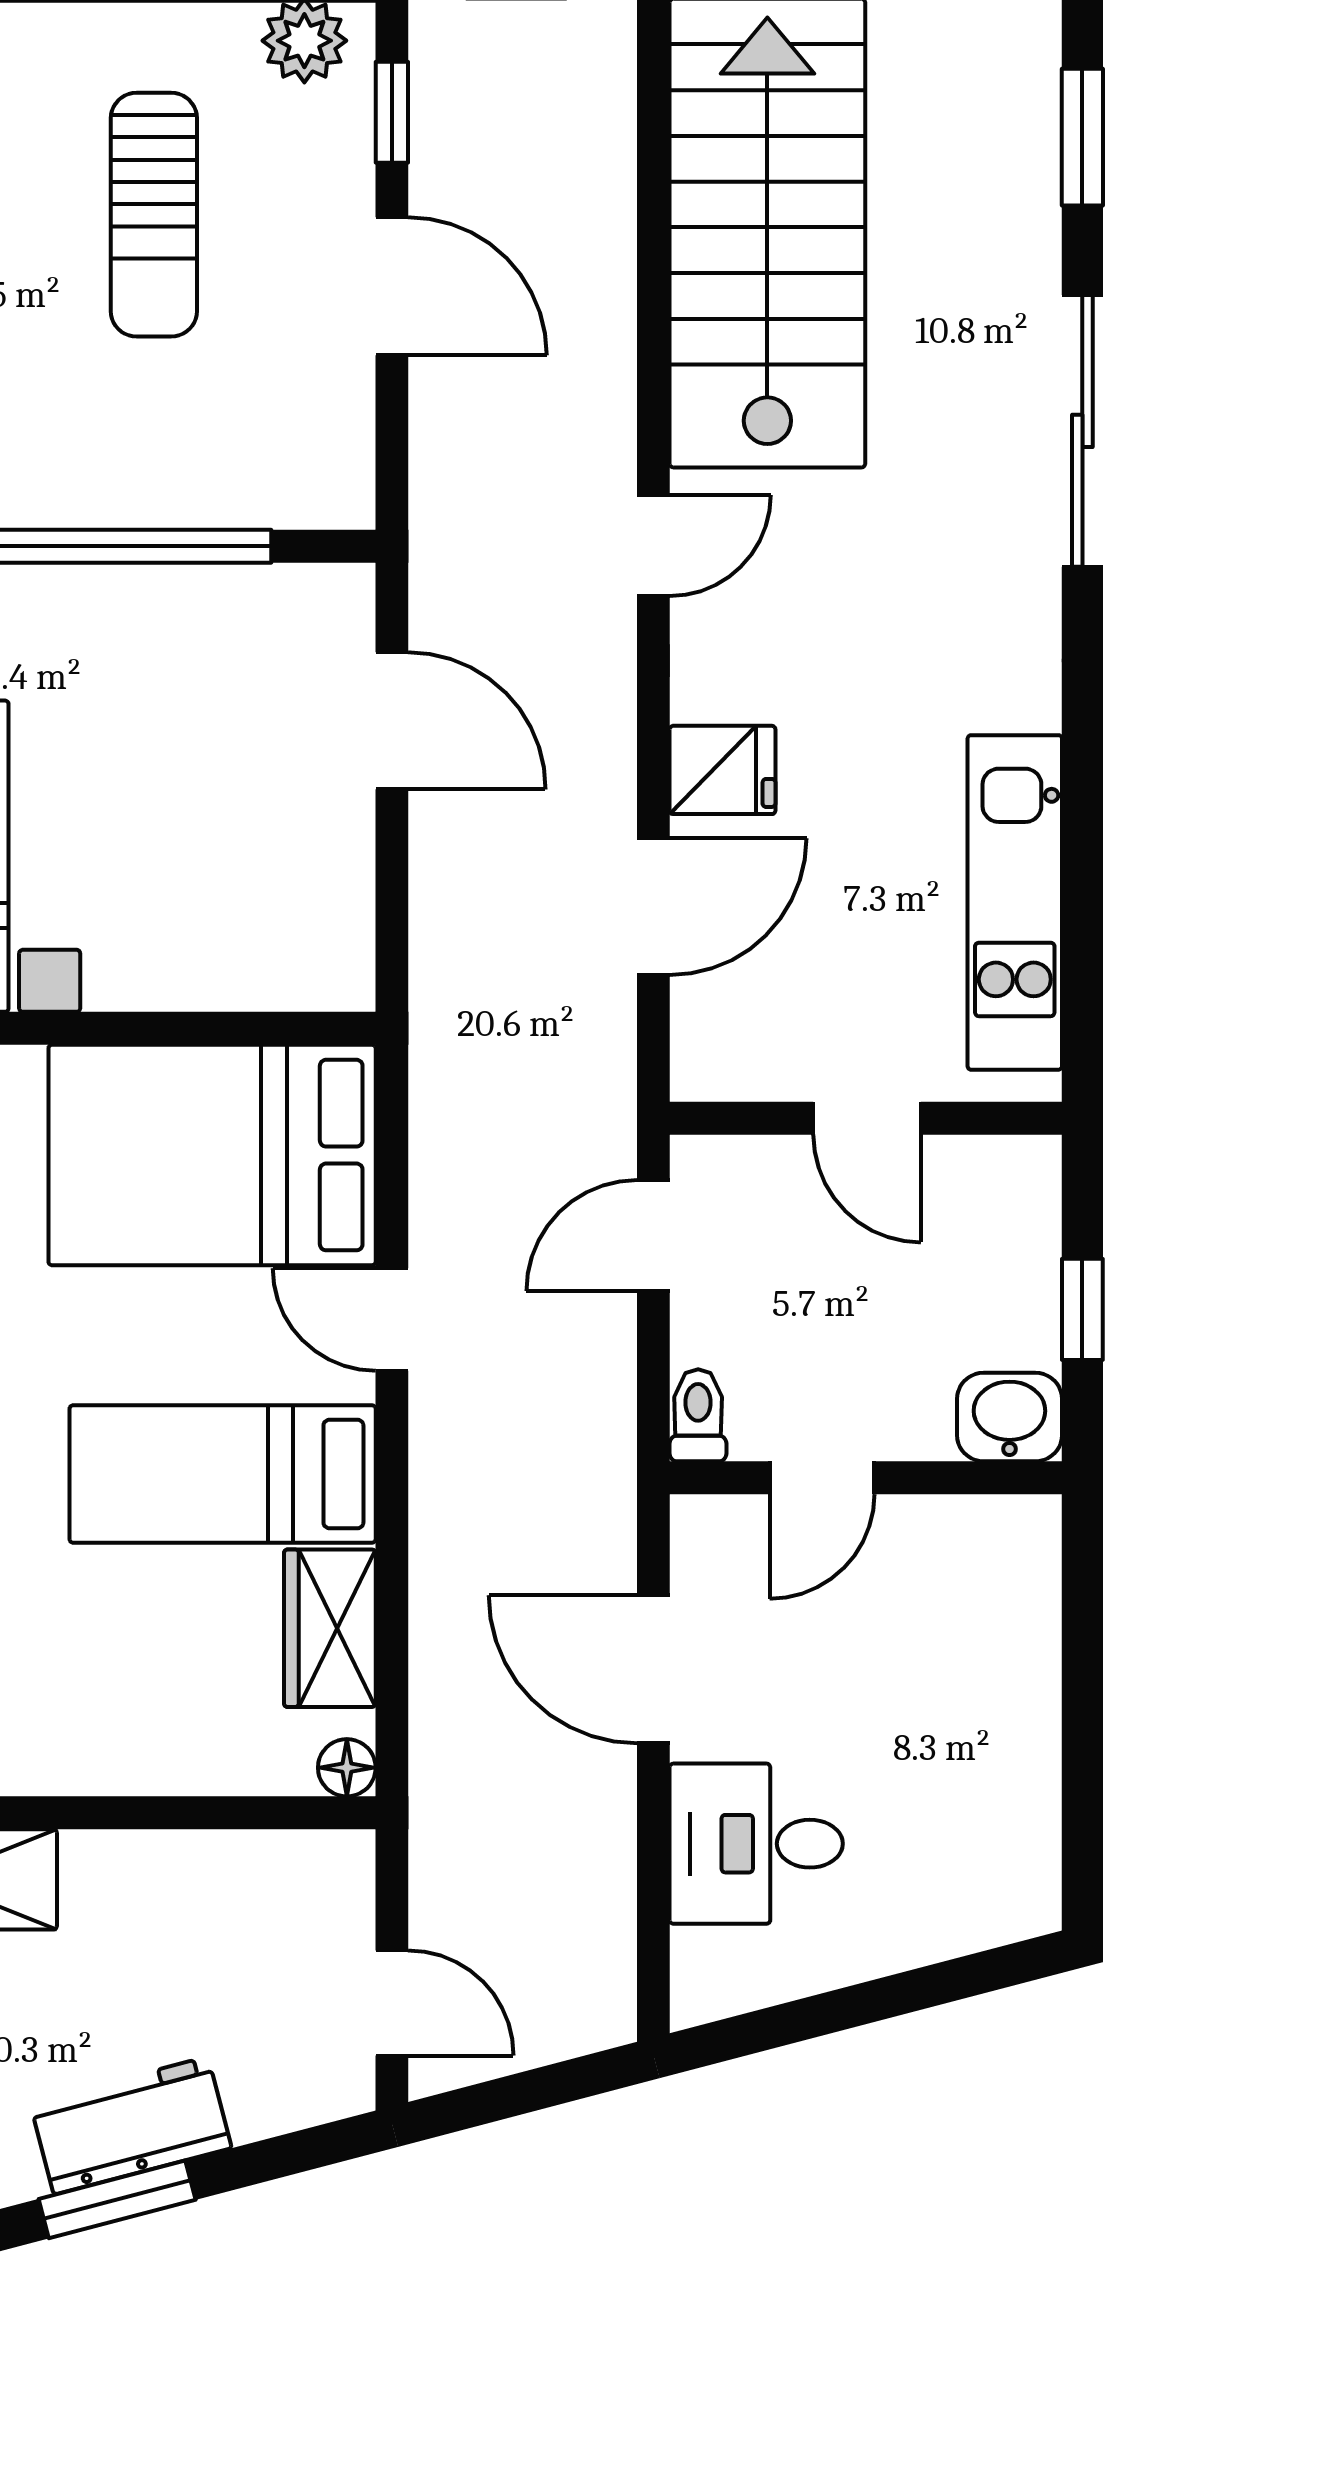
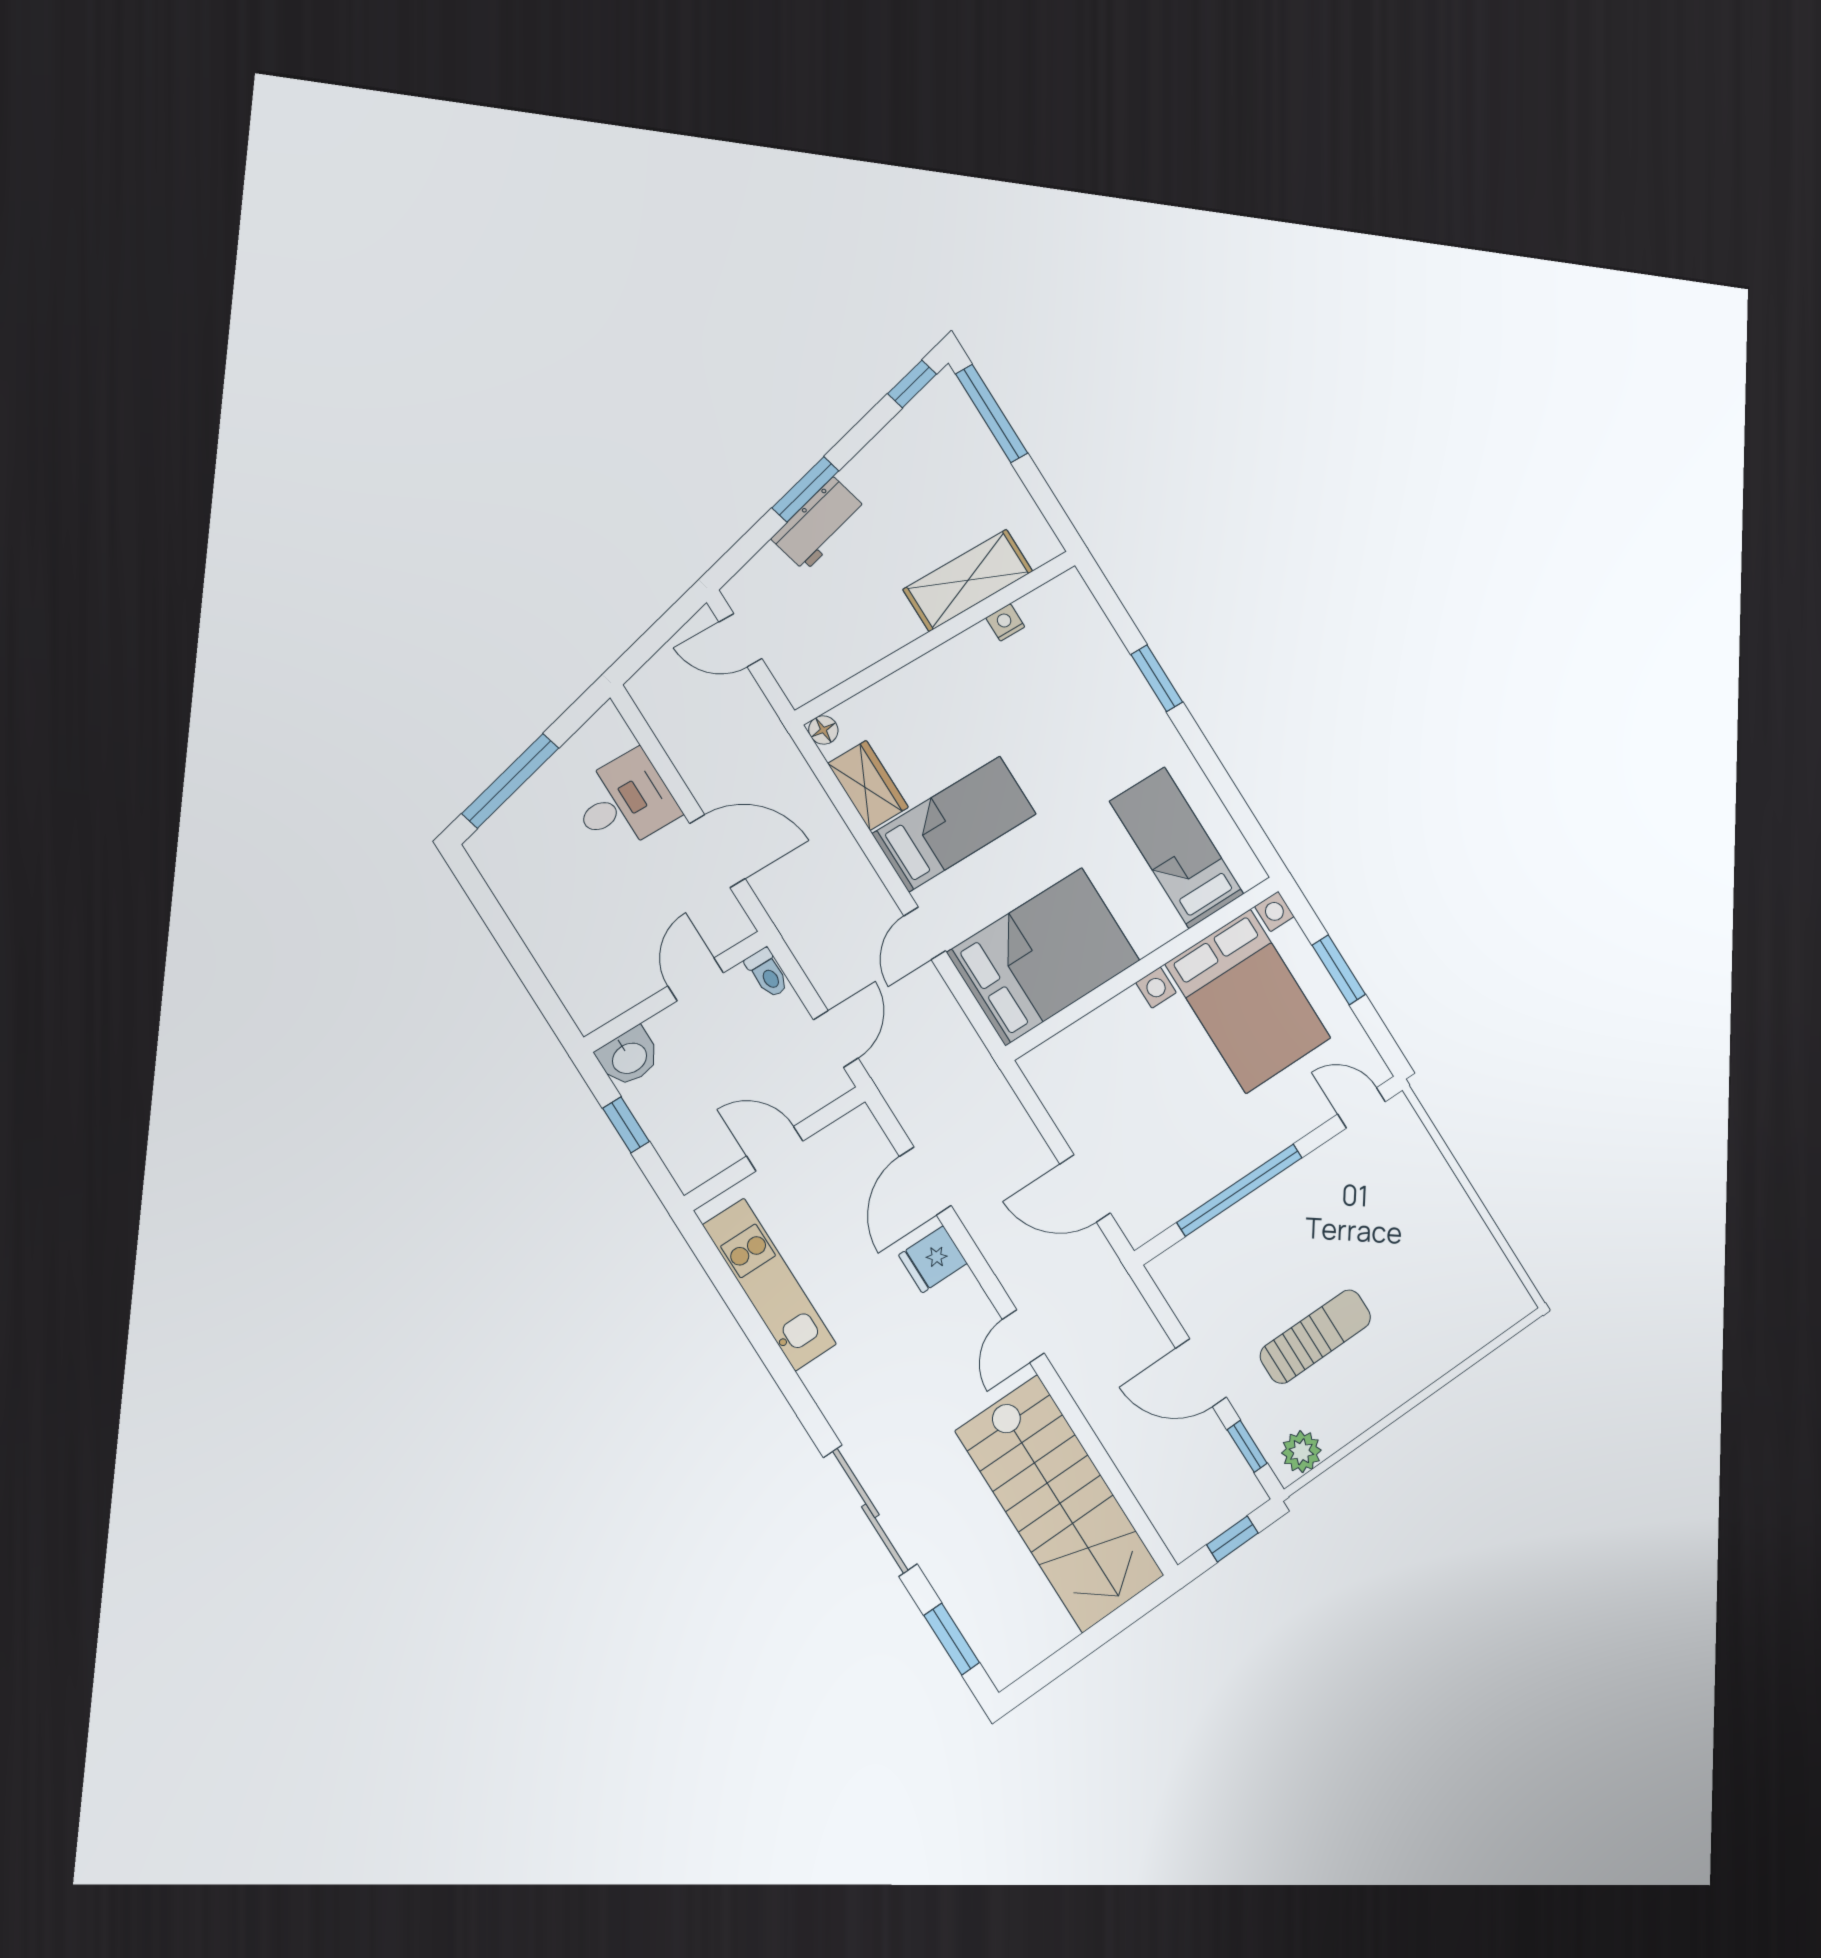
sun lounger: (154, 215) -> (1316, 1336), turned 90
door: (392, 1319) -> (925, 933), swing flipped
window: (919, 1989) -> (510, 781), added

